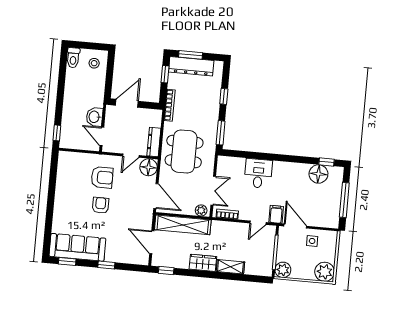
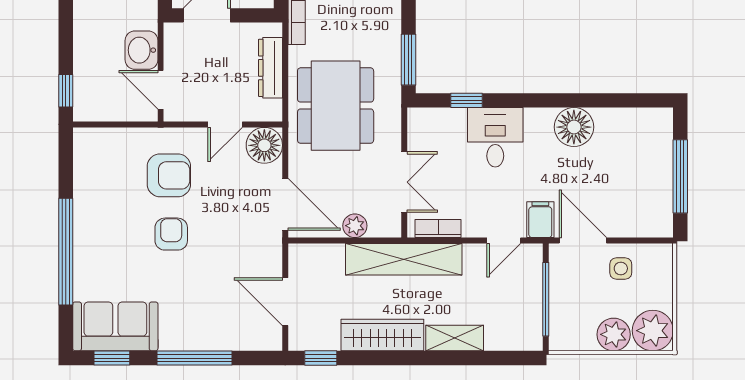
dresser: (154, 142) -> (271, 68), moved
window: (326, 162) -> (466, 100), moved
floor lamp: (318, 174) -> (574, 127), moved
window: (50, 209) -> (66, 252), added
plant: (201, 210) -> (355, 226), moved
shelving: (183, 225) -> (404, 259), moved
sofa: (77, 247) -> (115, 326), width x0.73
wardrobe: (203, 263) -> (382, 335), width x1.50
window: (106, 265) -> (195, 358), width x2.17
plant: (283, 270) -> (614, 334), moved

